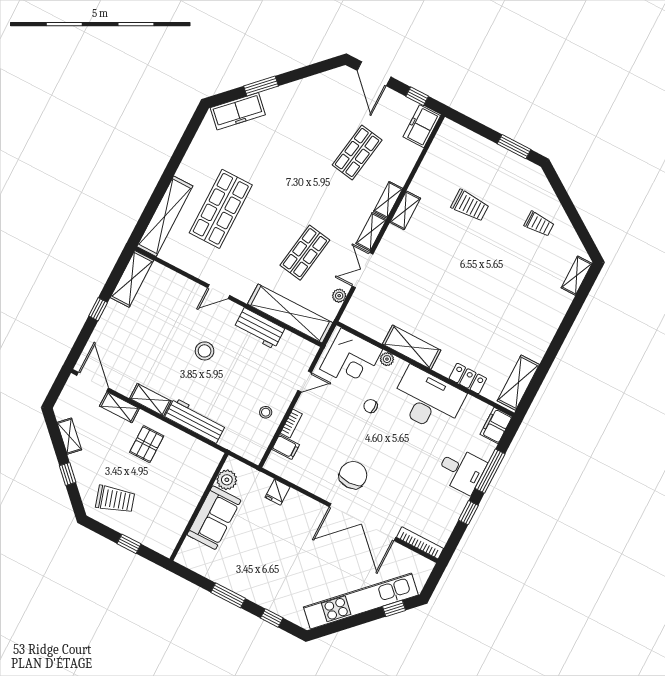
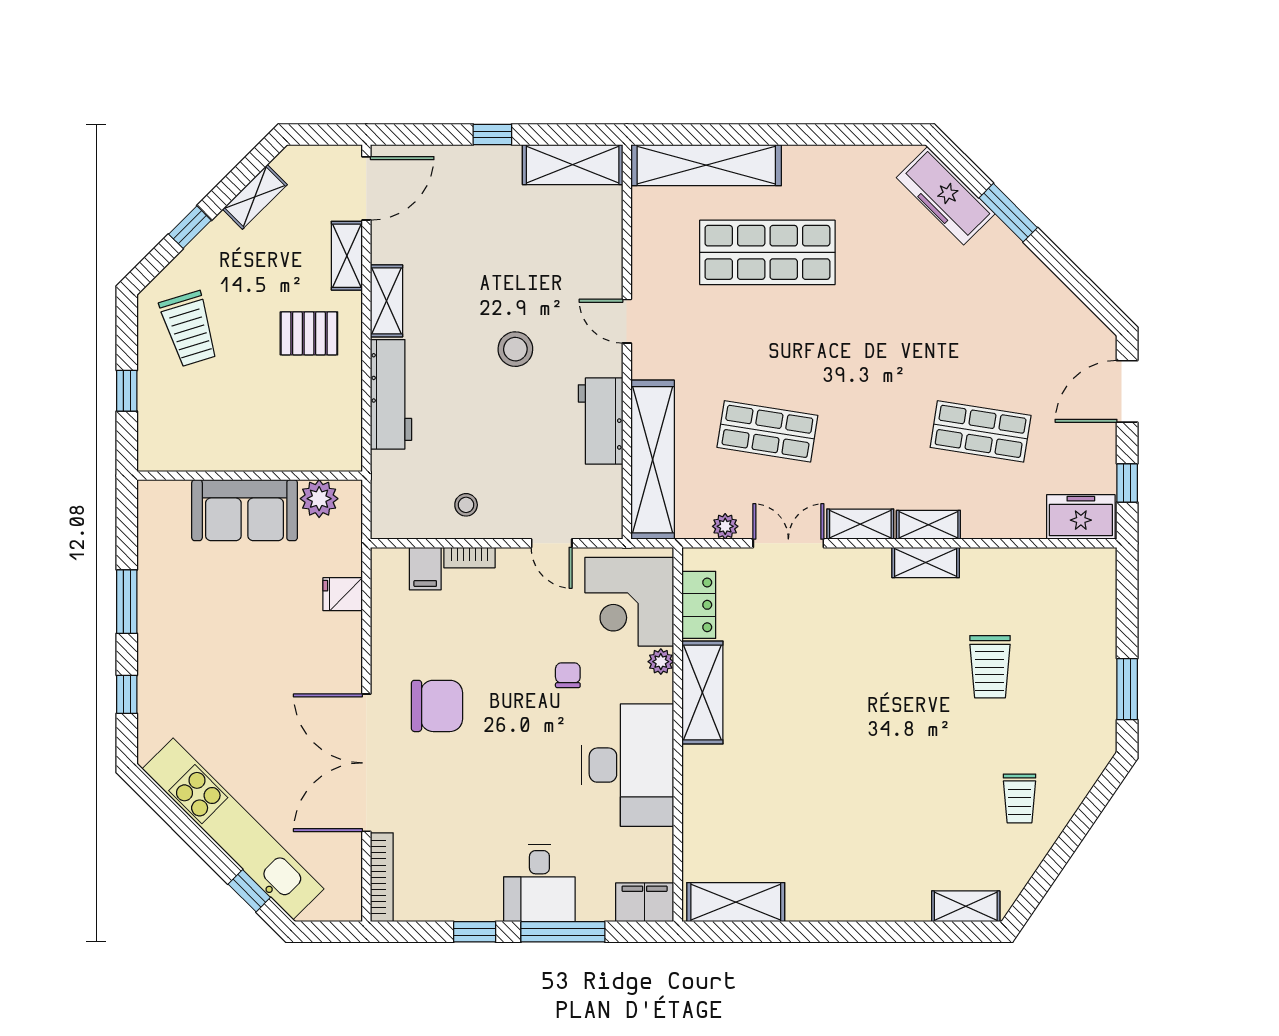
locker: (468, 378) -> (699, 605), moved

